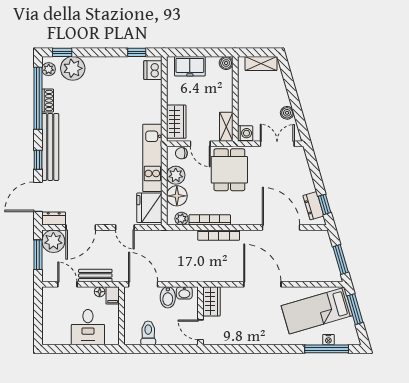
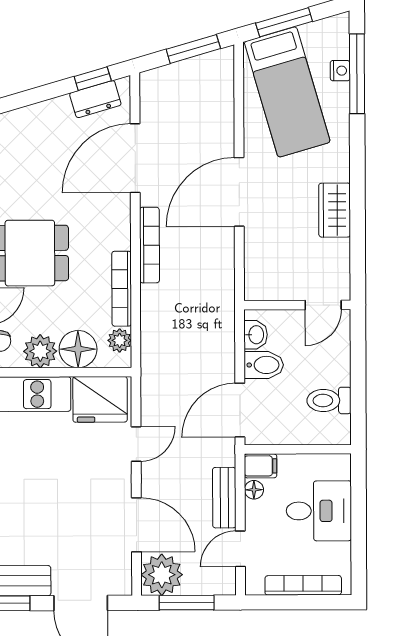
dresser: (54, 218) -> (120, 574), removed
bookcase: (219, 235) -> (149, 245), moved
wardrobe: (211, 301) -> (335, 210), moved, turned -90
bookcase: (47, 318) -> (303, 585), added

